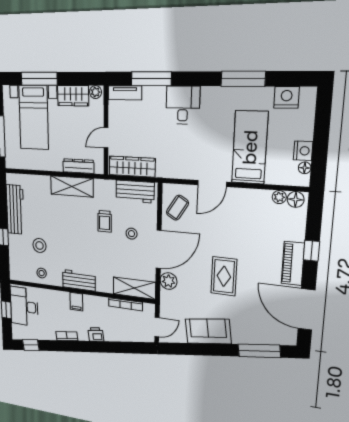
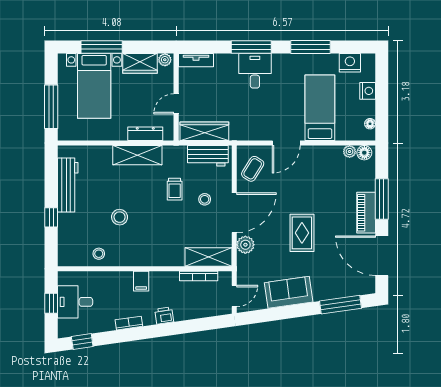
window: (151, 79) -> (251, 47), moved
nightstand: (303, 151) -> (368, 91), moved
stool: (40, 245) -> (120, 217), moved
window: (311, 251) -> (382, 199), width x2.17
workbench: (79, 280) -> (144, 256), removed
desk: (24, 306) -> (75, 302), width x0.73

